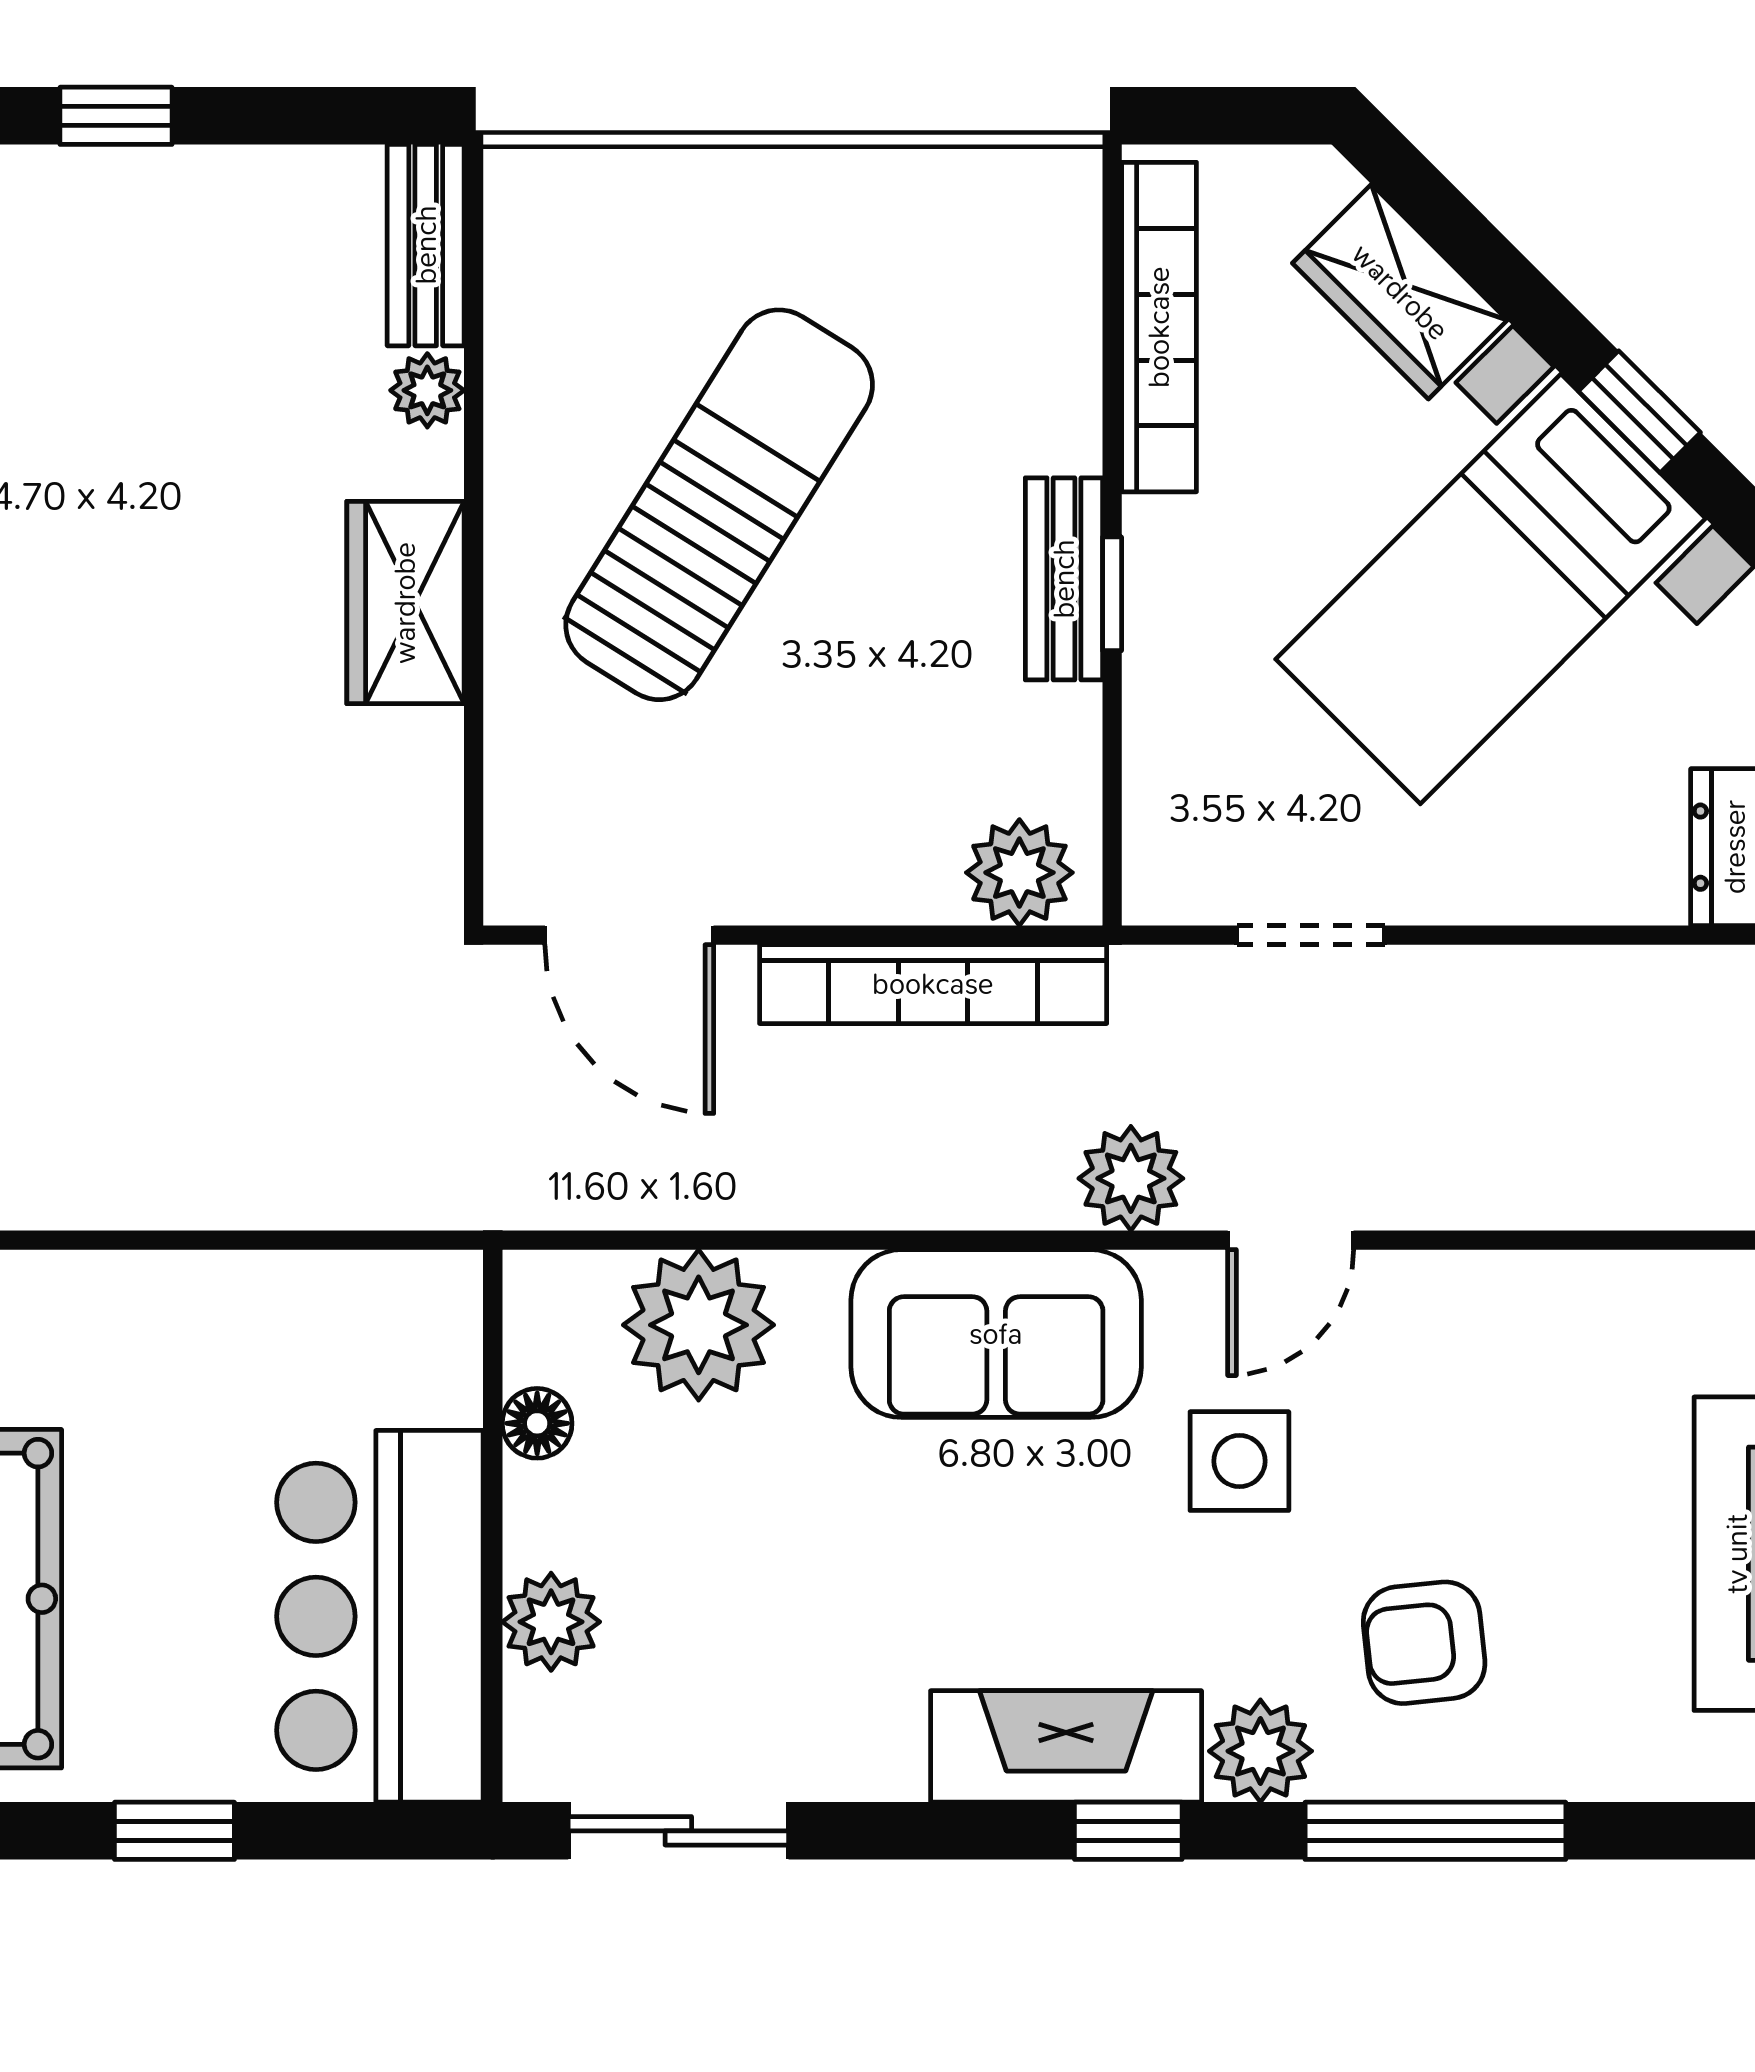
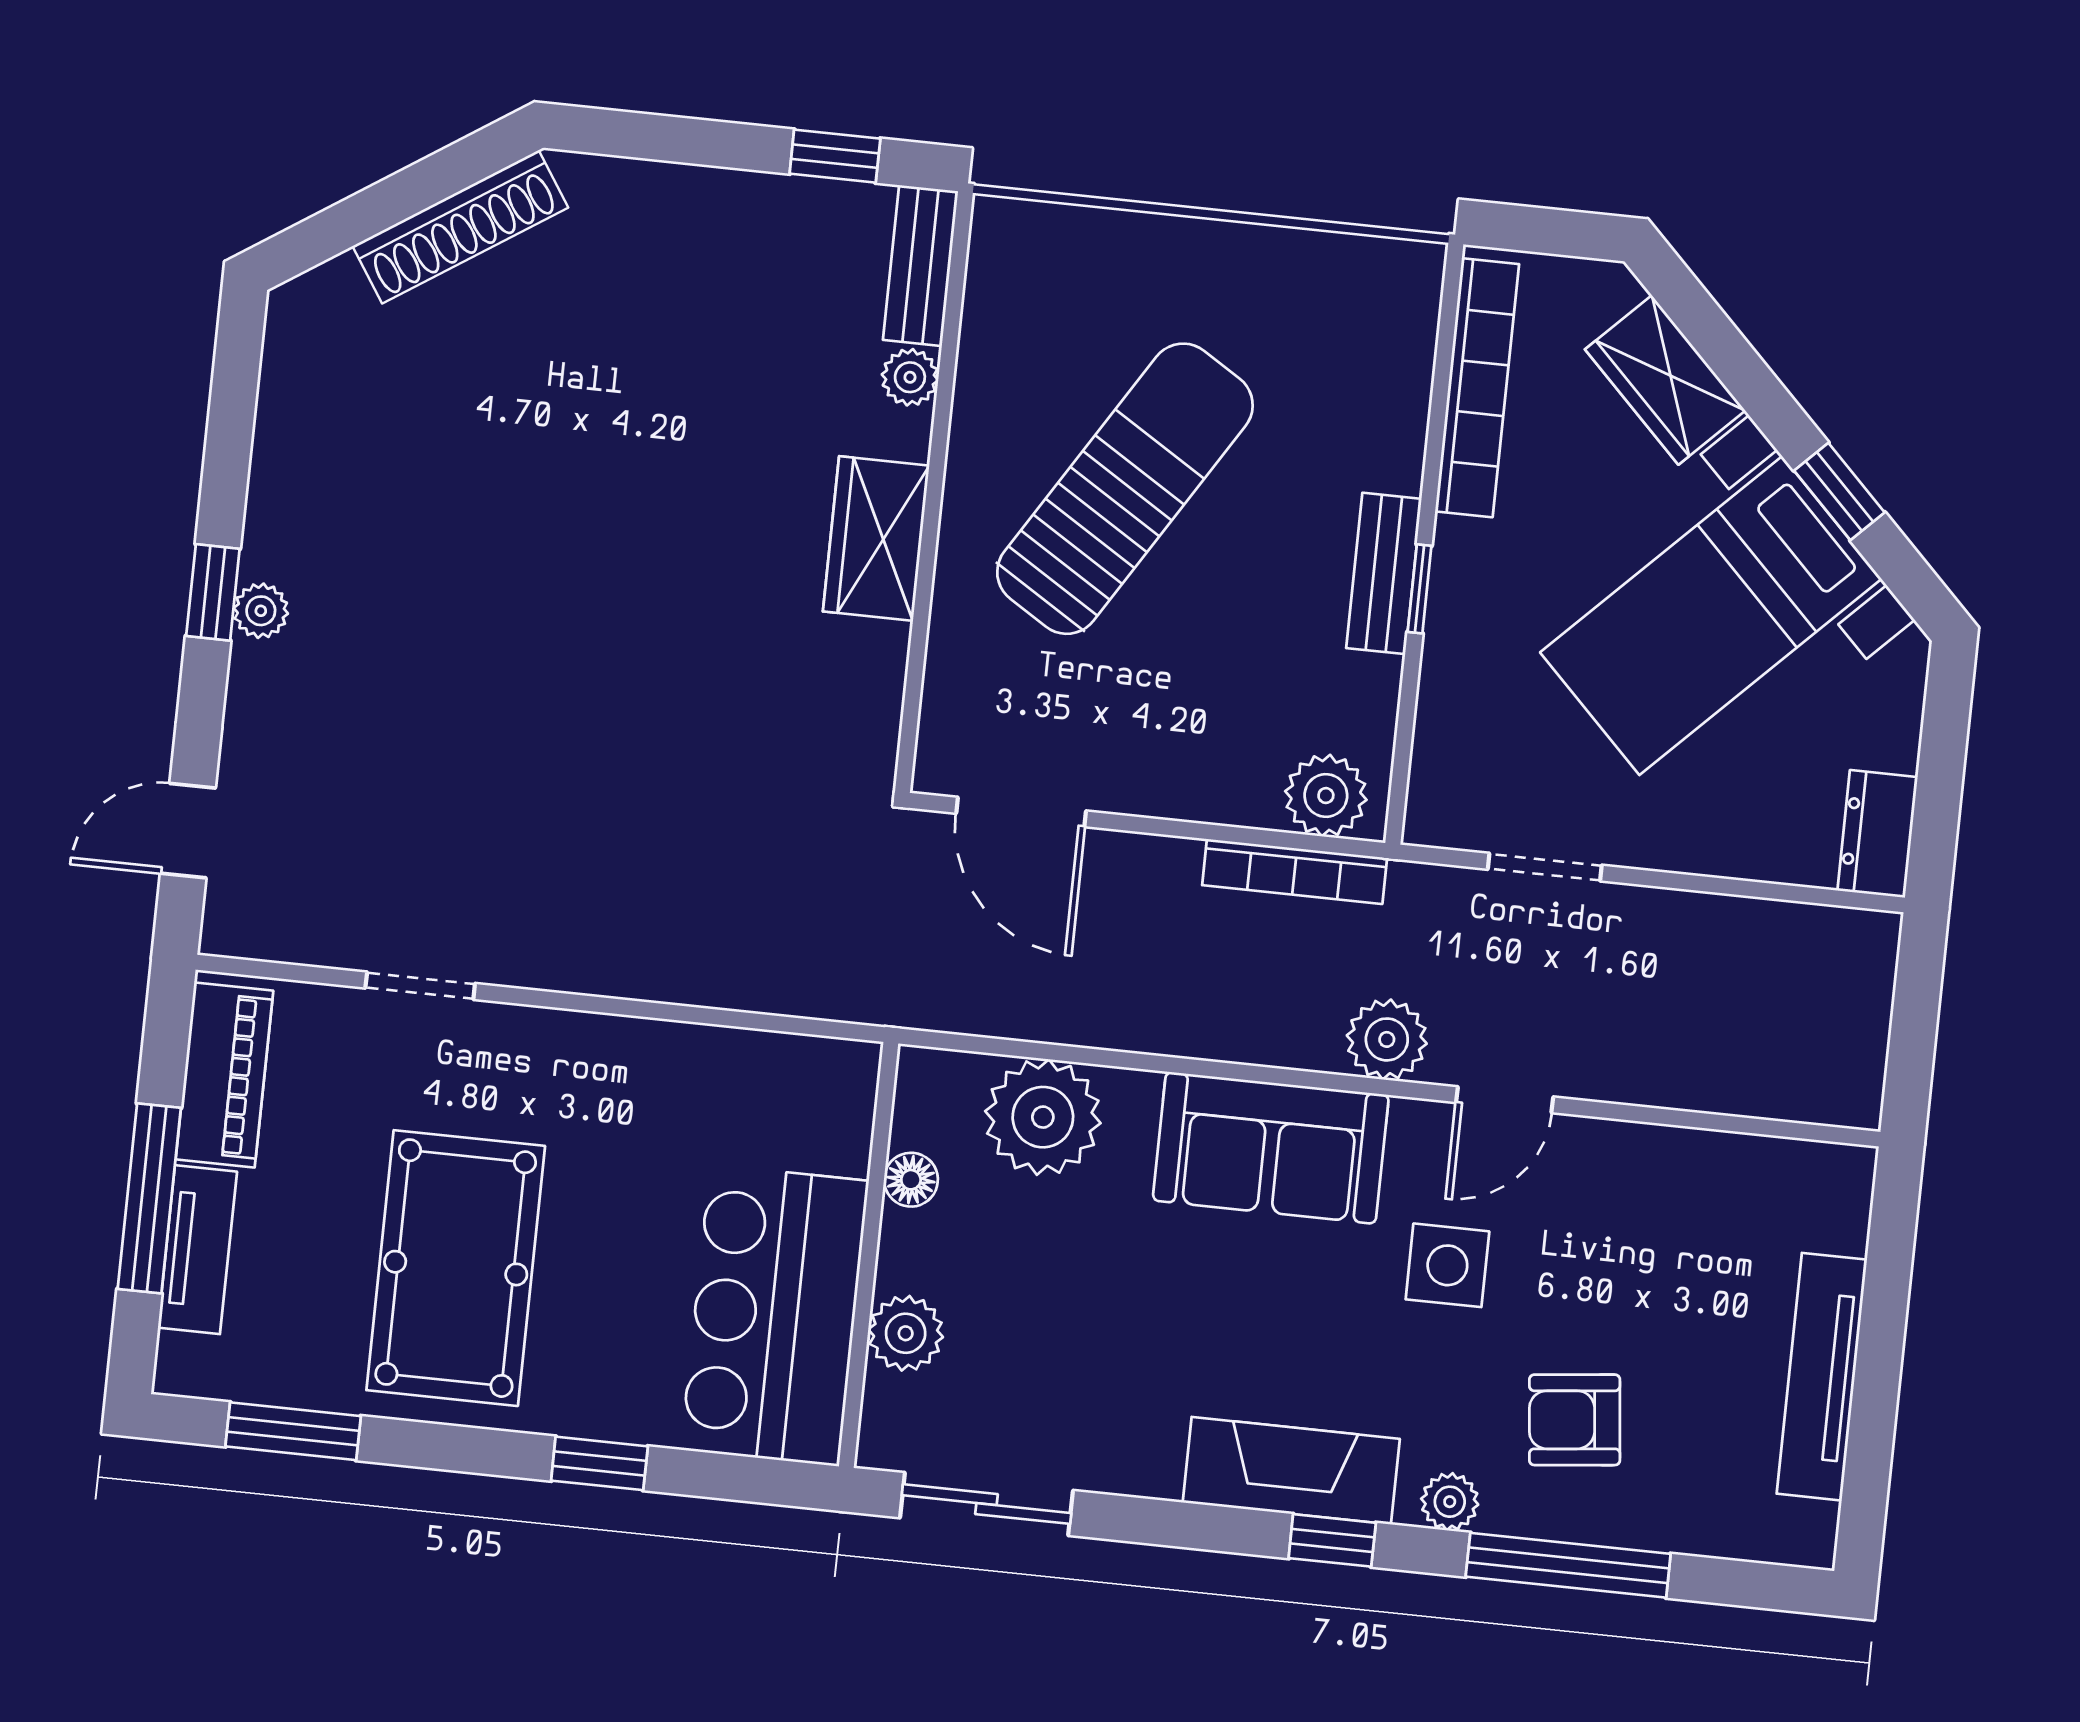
window: (116, 116) -> (835, 156), moved
bookcase: (933, 984) -> (1295, 872), width x0.68, depth x0.76
plant: (1260, 1751) -> (1450, 1502), width x0.73, depth x0.73

